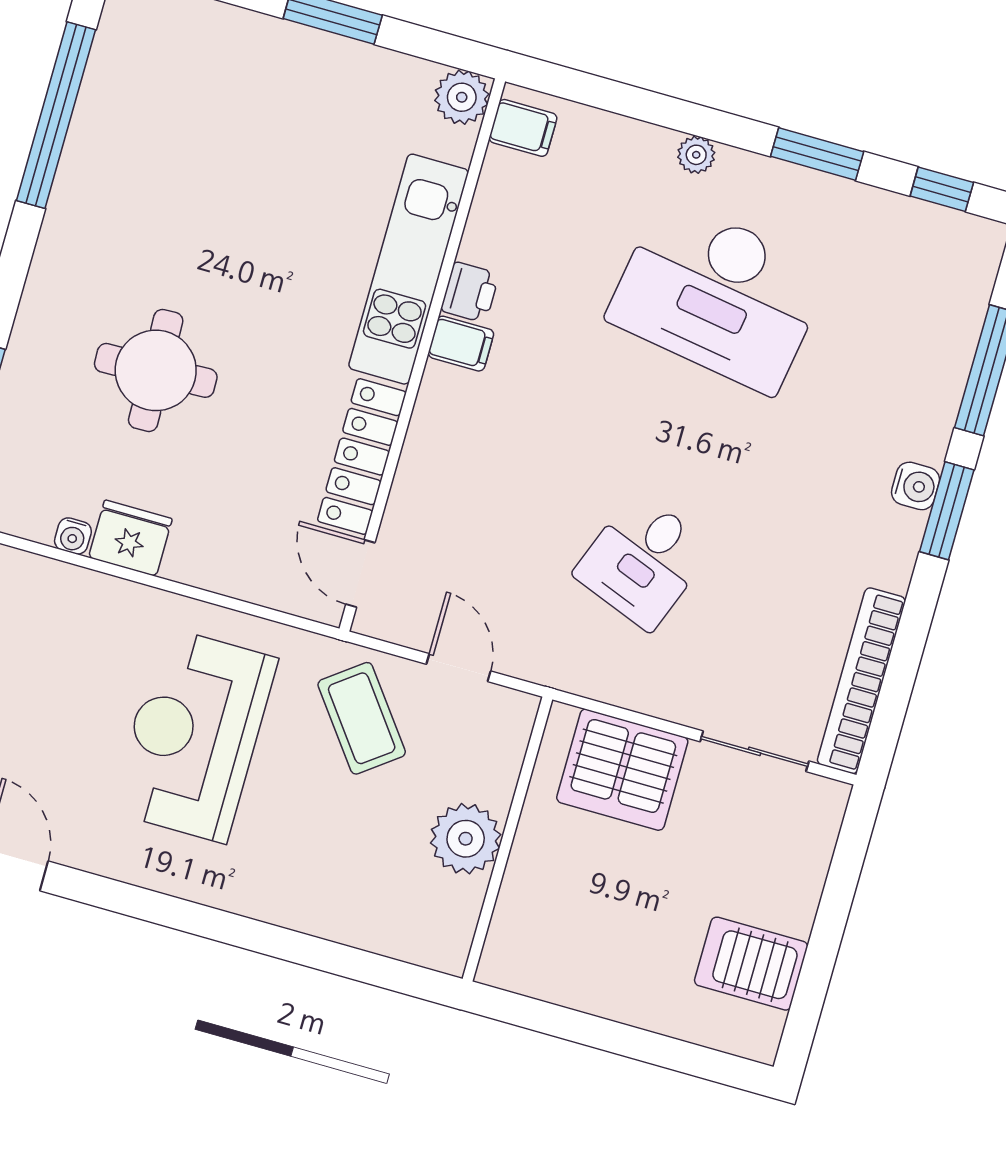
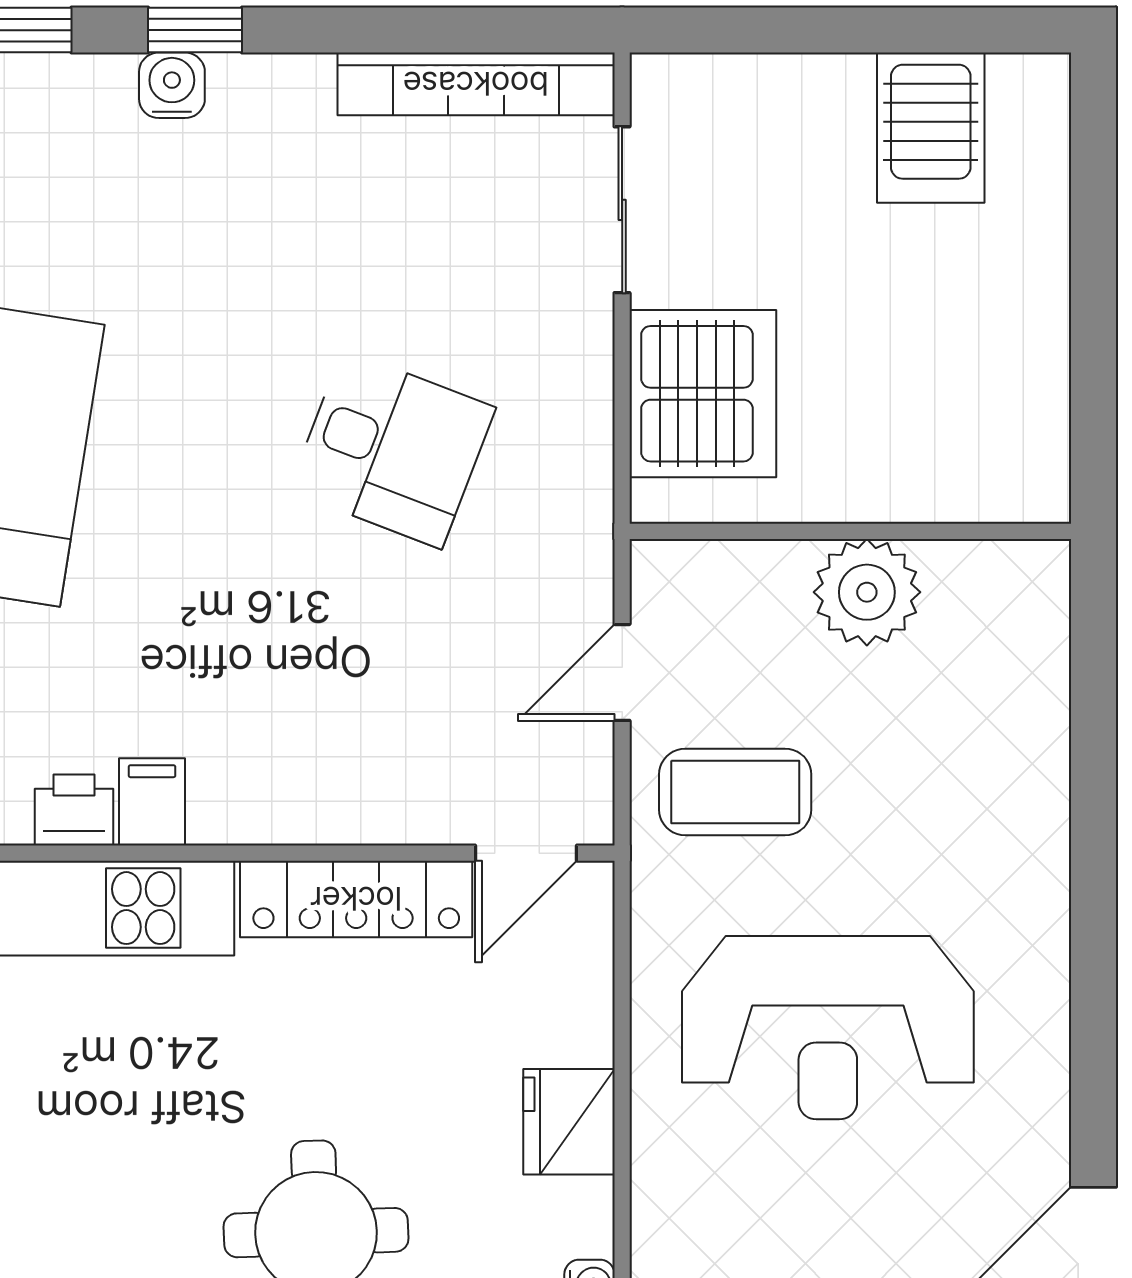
window: (947, 511) -> (195, 30), width x0.67
fridge: (130, 538) -> (569, 1122), moved
coffee table: (362, 718) -> (735, 792), turned 37

